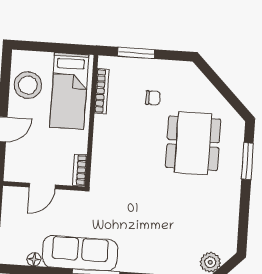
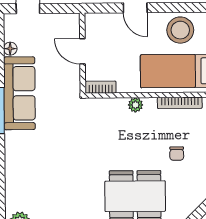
plant: (100, 136) -> (135, 105), added

